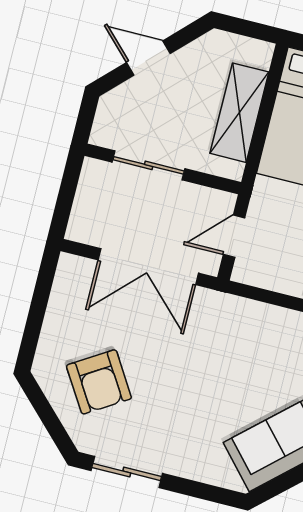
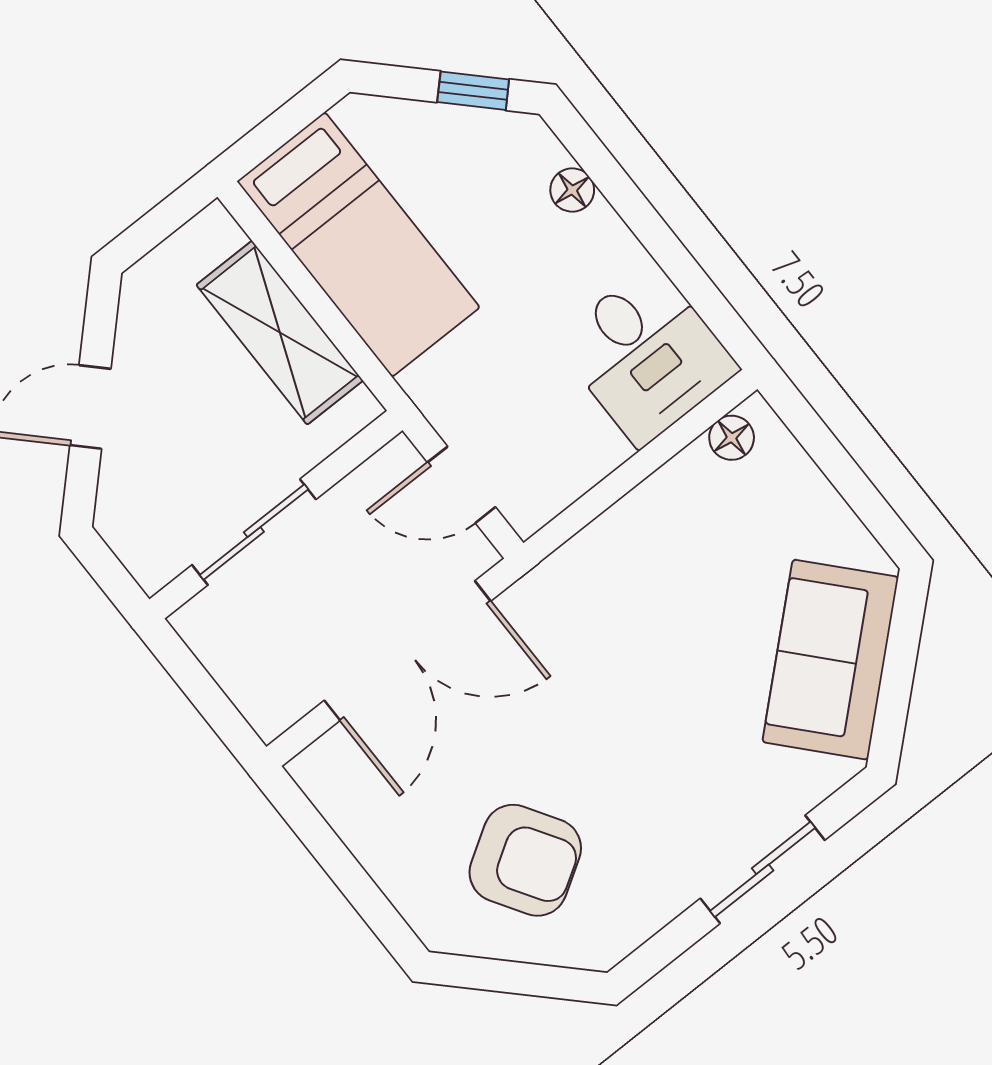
door: (234, 236) -> (461, 485), hinge flipped
sliding door: (127, 472) -> (763, 869), moved

